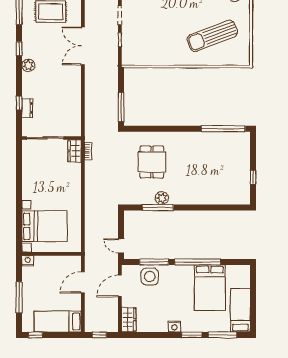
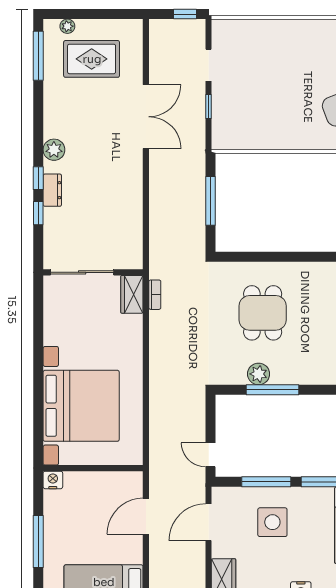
double door: (83, 46) -> (146, 117), swing flipped
window: (19, 49) -> (38, 178), moved
window: (121, 107) -> (211, 201), moved
dresser: (27, 108) -> (52, 190), moved
plant: (162, 198) -> (259, 374), moved
bed with nightstands: (44, 226) -> (81, 406), width x1.36
side table: (150, 276) -> (272, 522), moved

